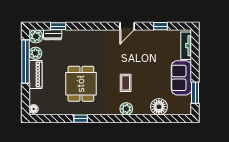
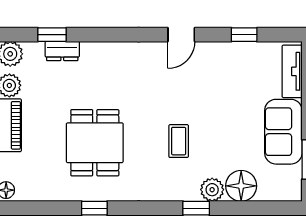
dresser: (53, 35) -> (62, 51), moved
plant: (126, 109) -> (212, 190), moved
window: (135, 119) -> (196, 208), added

